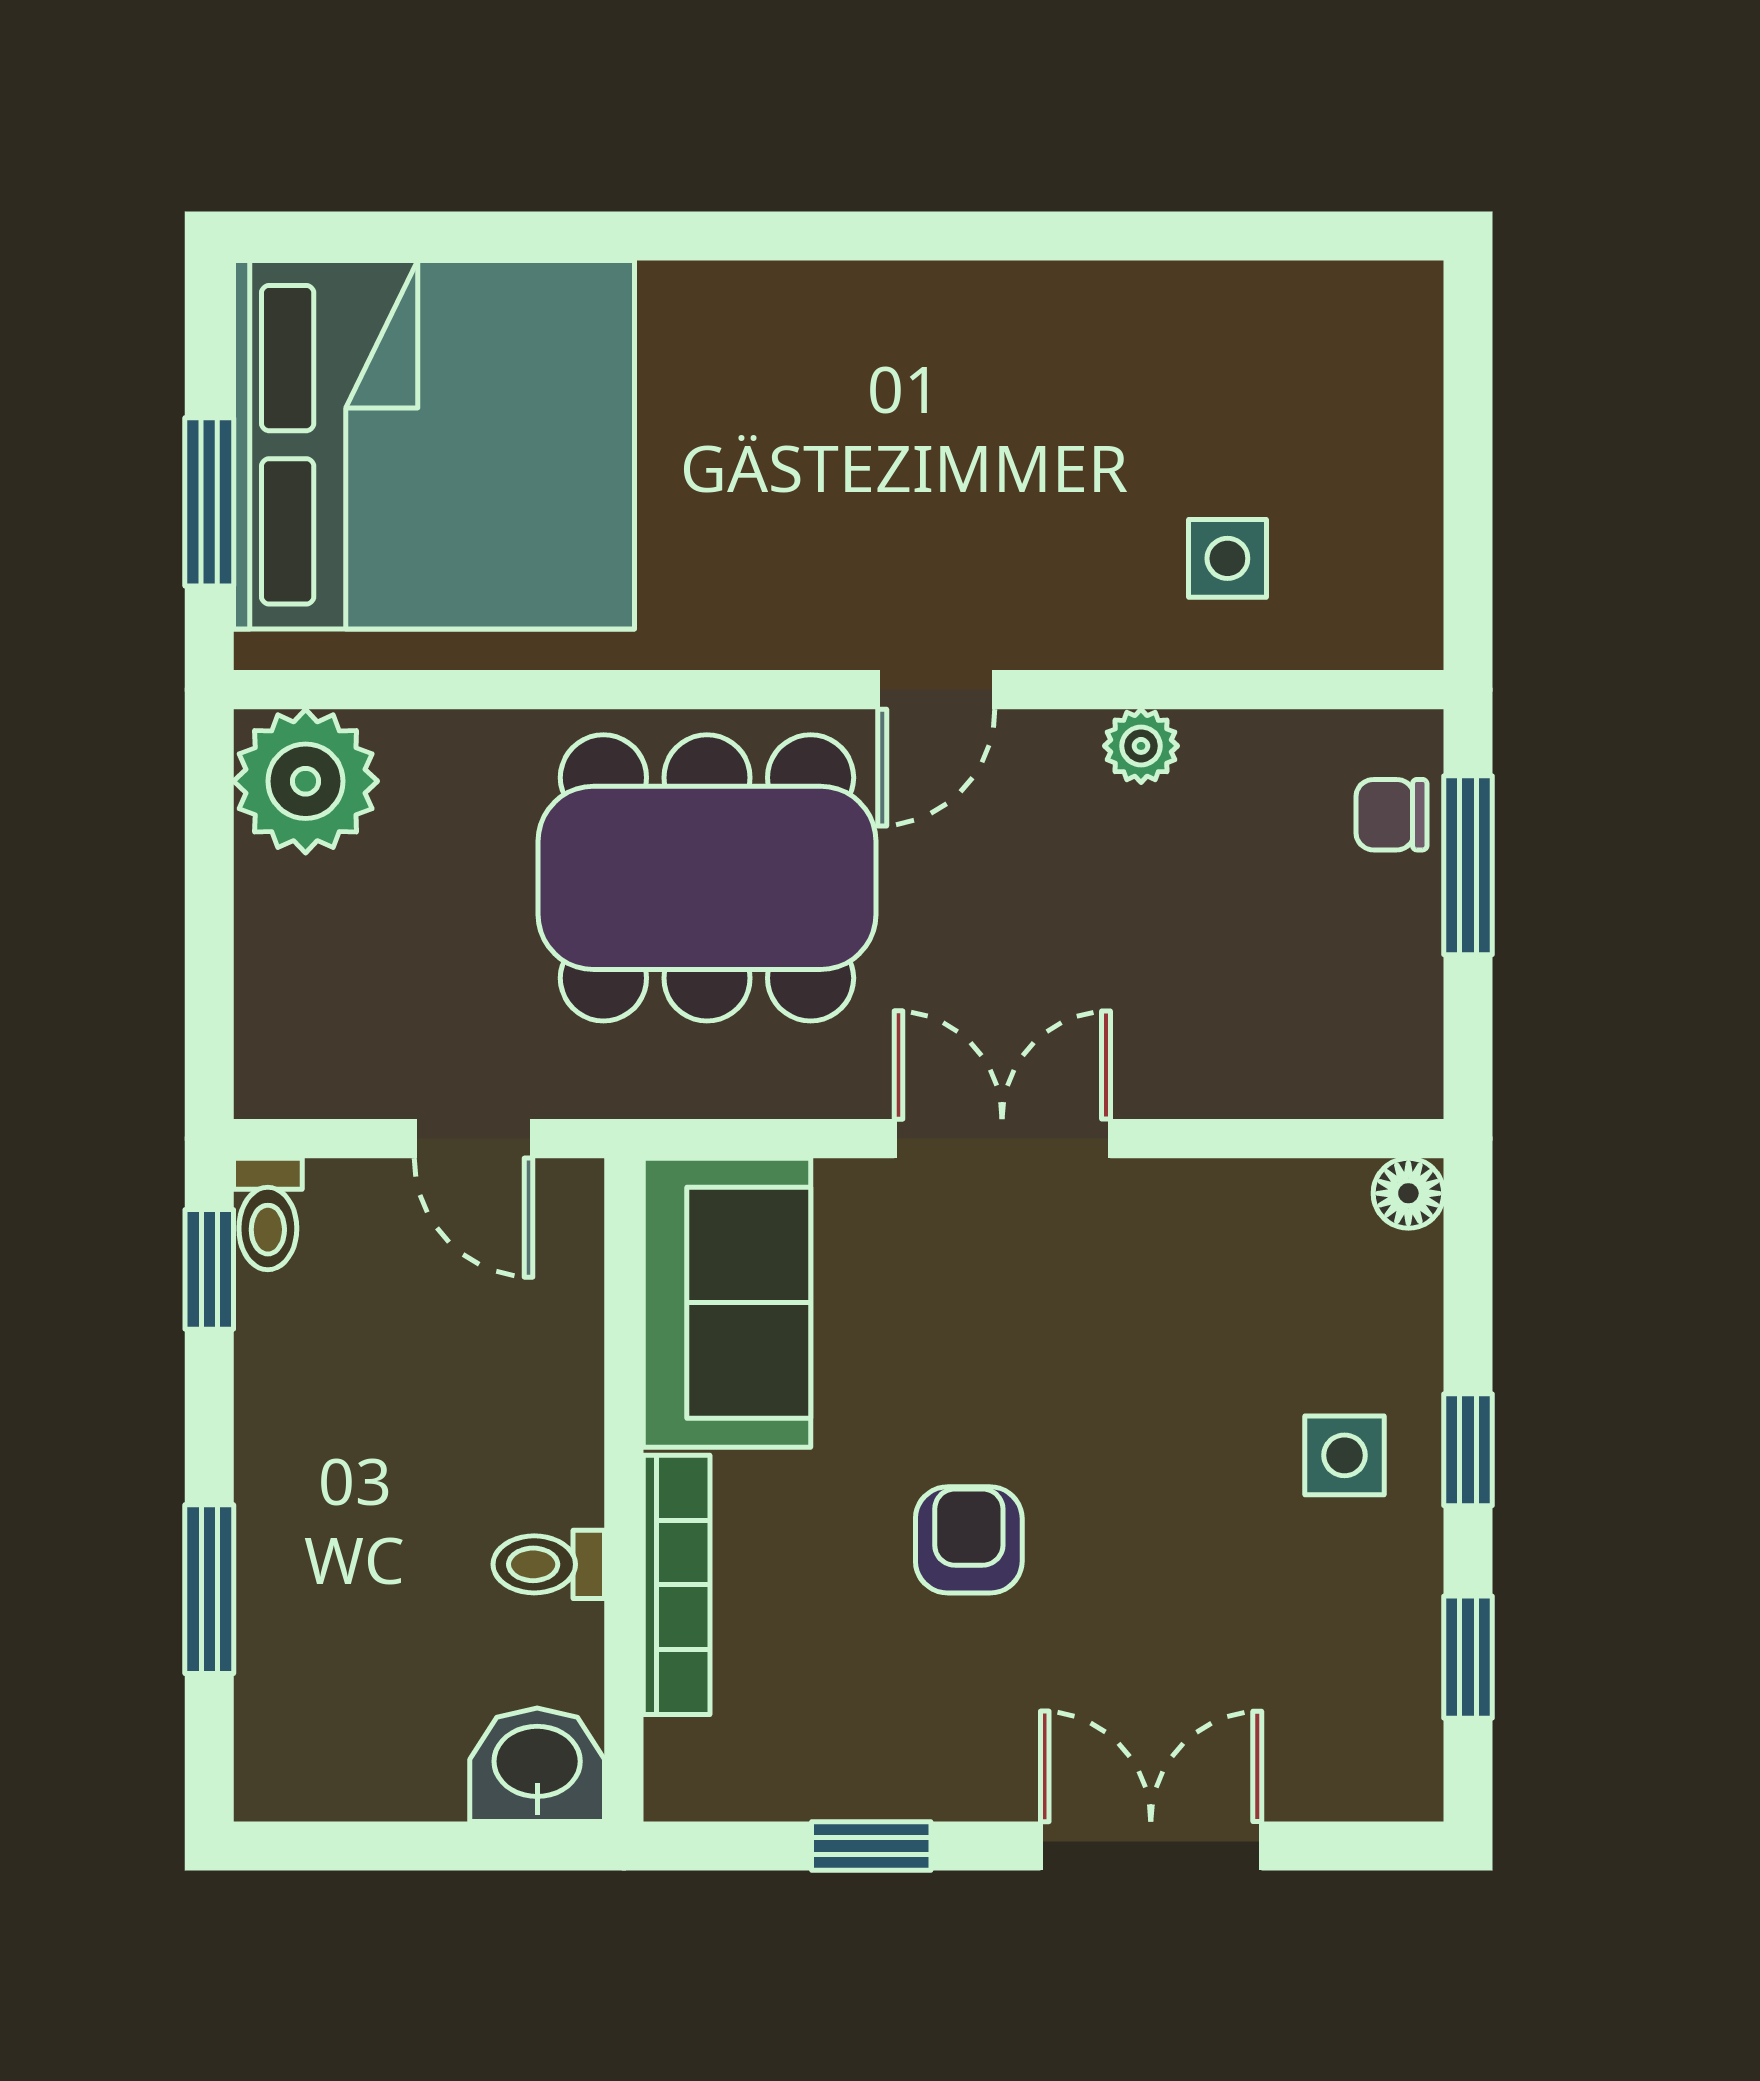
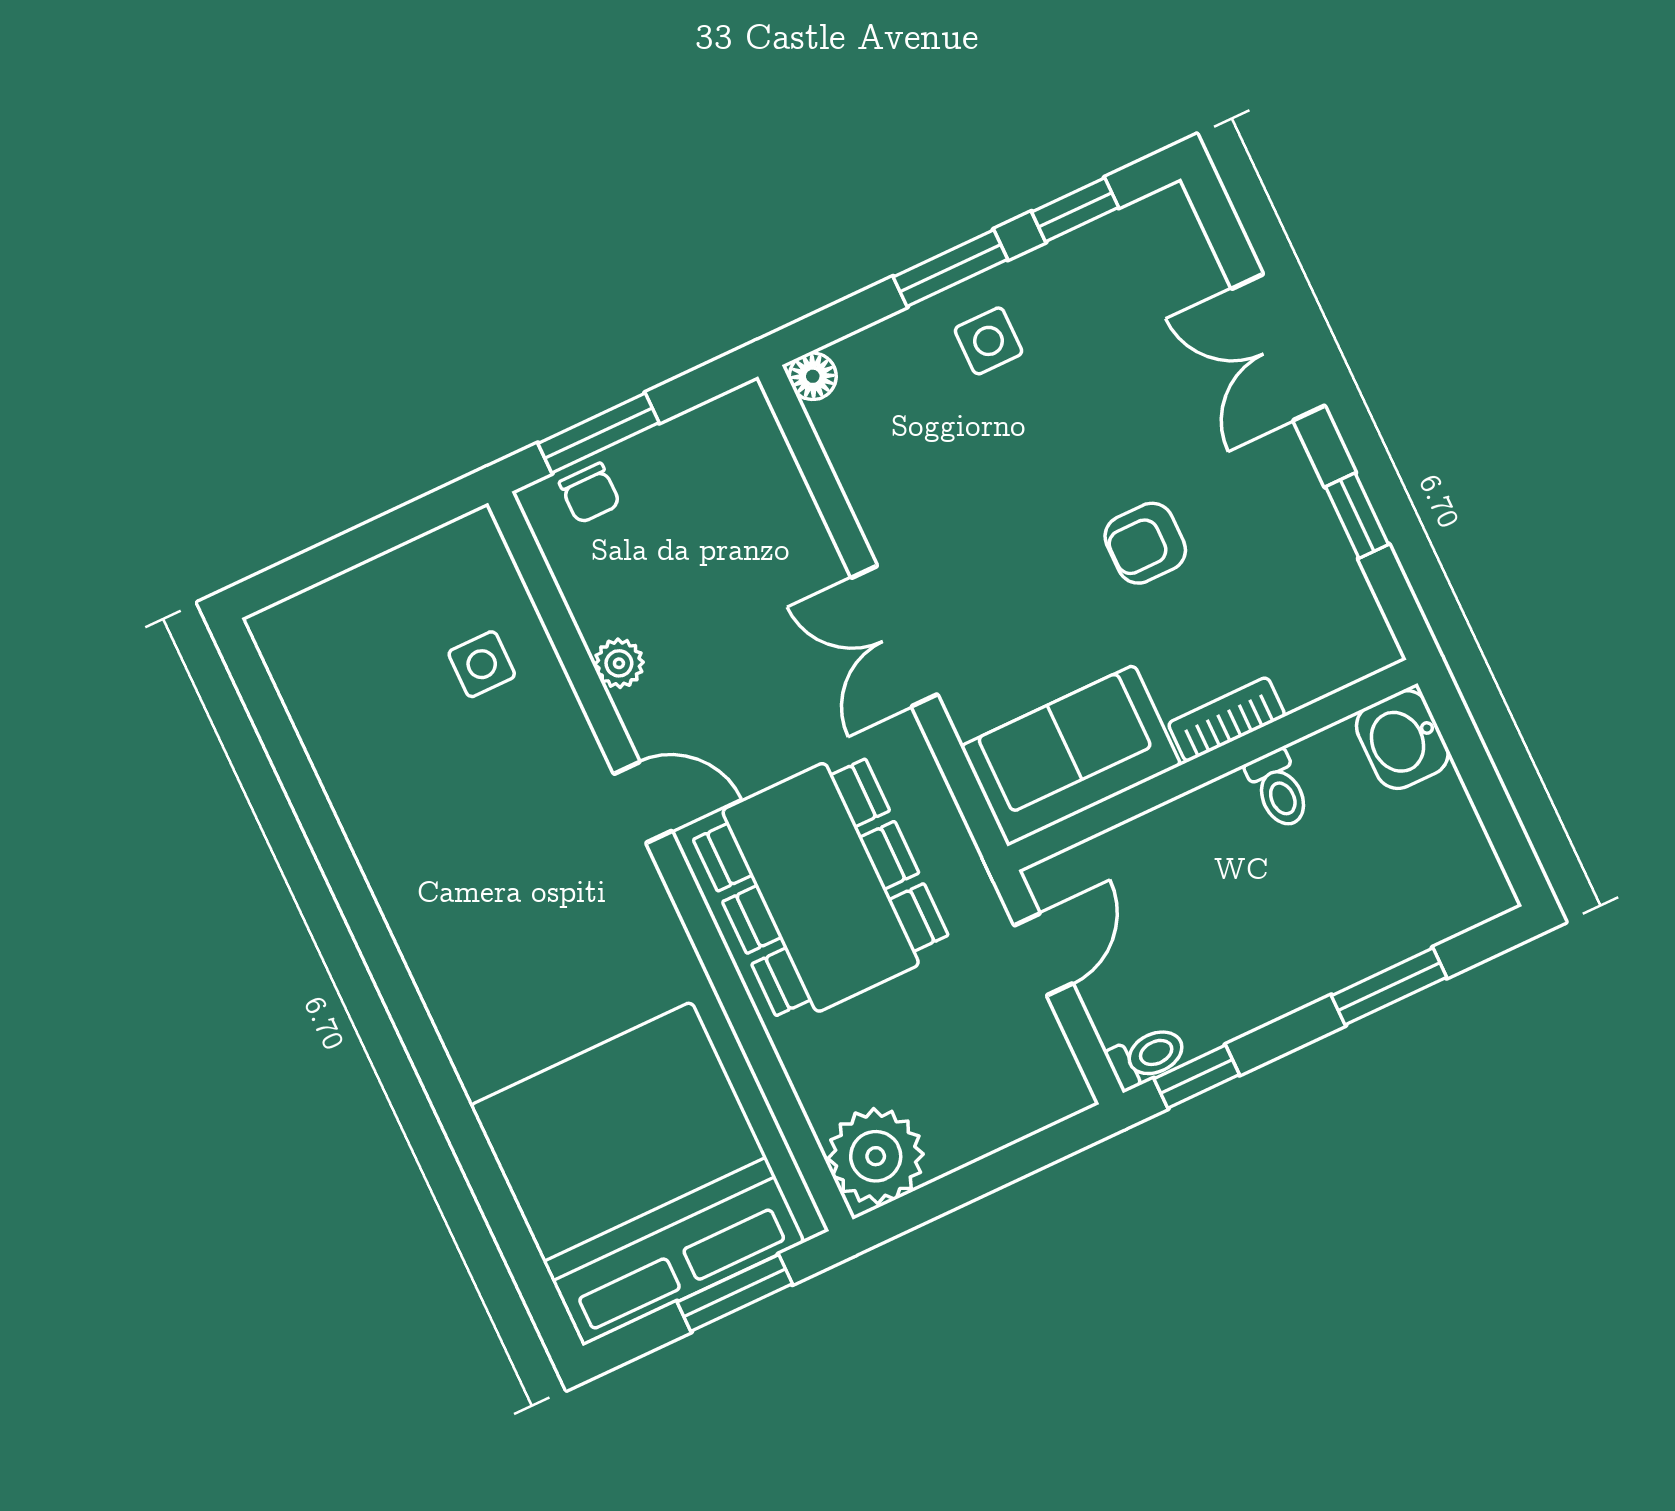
window: (1468, 1450) -> (950, 268), width x1.50
bookcase: (677, 1585) -> (1227, 719), width x0.64

